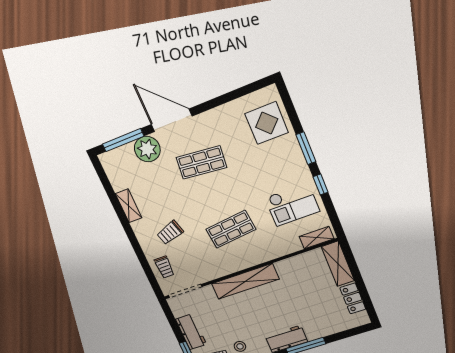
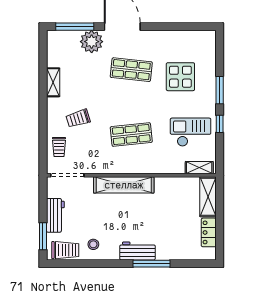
display table: (267, 123) -> (180, 77), moved
checkout: (292, 205) -> (191, 132), turned 180

